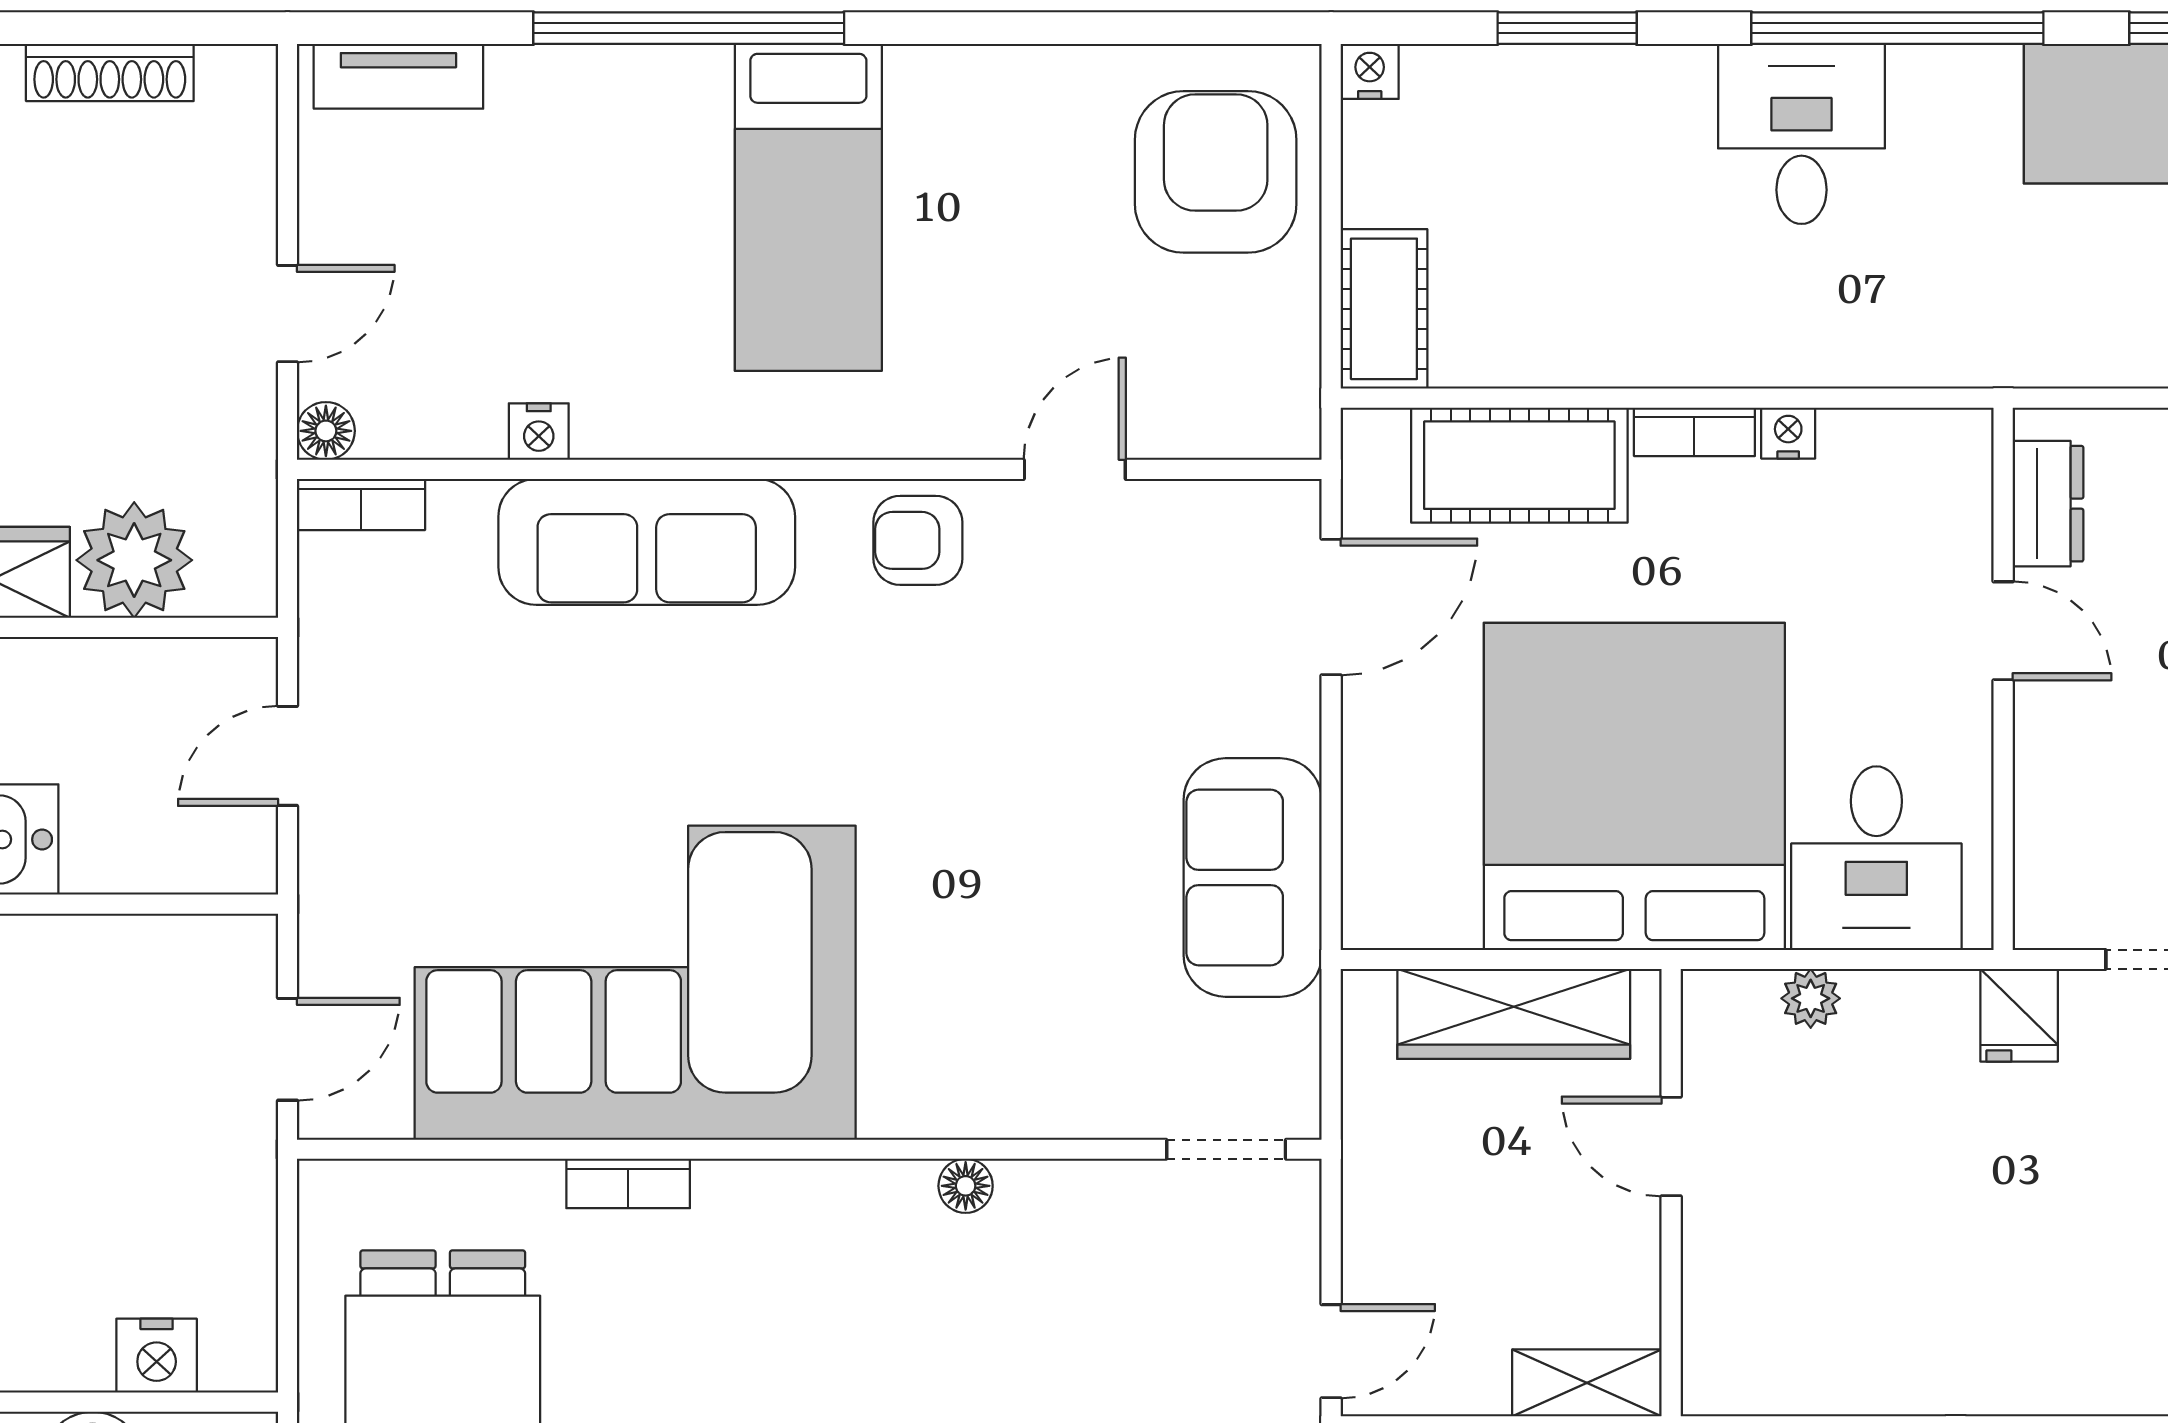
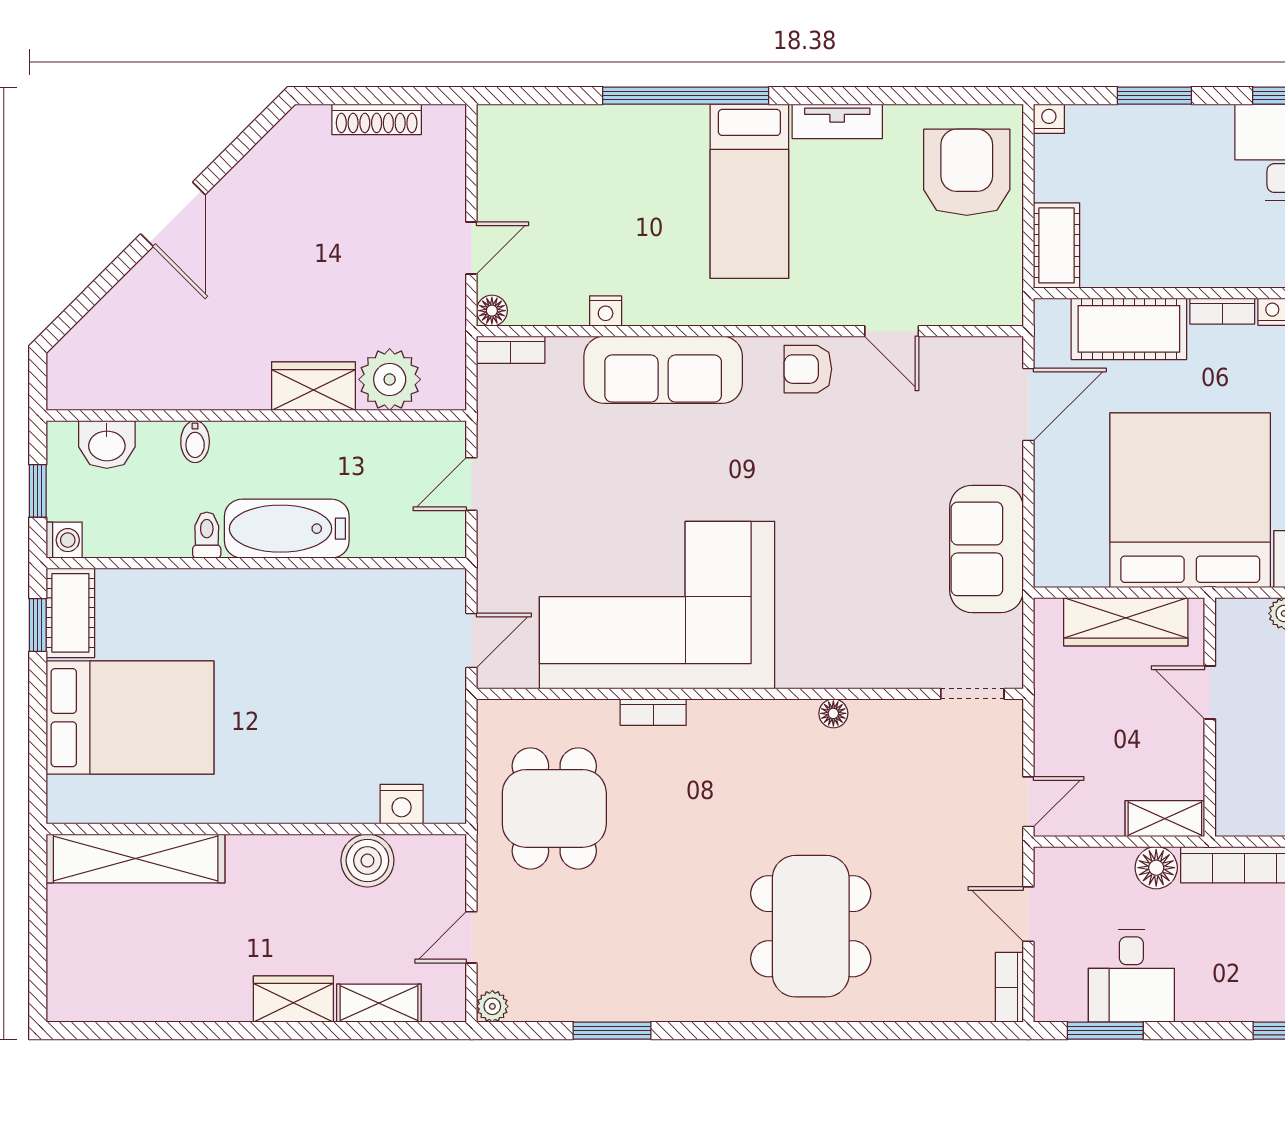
tv unit: (398, 76) -> (837, 121), moved
door: (1075, 469) -> (892, 331), swing flipped

